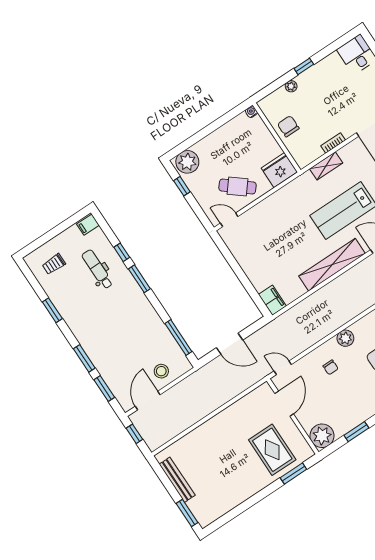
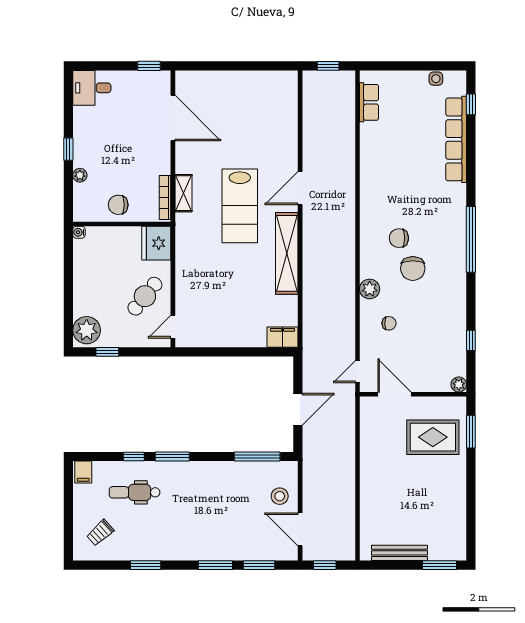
bookcase: (333, 143) -> (165, 198), moved, width x1.56
trolley: (54, 264) -> (100, 533), turned 48
window: (356, 432) -> (471, 340), width x0.67
plant: (322, 436) -> (459, 384), width x0.53, depth x0.53

